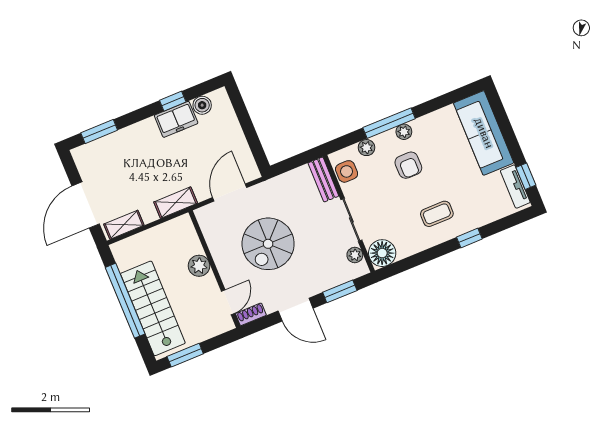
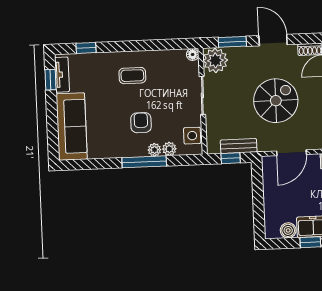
plant: (404, 132) -> (154, 150), moved
window: (295, 162) -> (231, 158), added
bench: (323, 179) -> (239, 146), moved, turned 90
window: (469, 238) -> (86, 48), moved
floor lamp: (382, 253) -> (193, 55), width x0.53, depth x0.53
plant: (355, 255) -> (215, 60), width x1.88, depth x1.88

